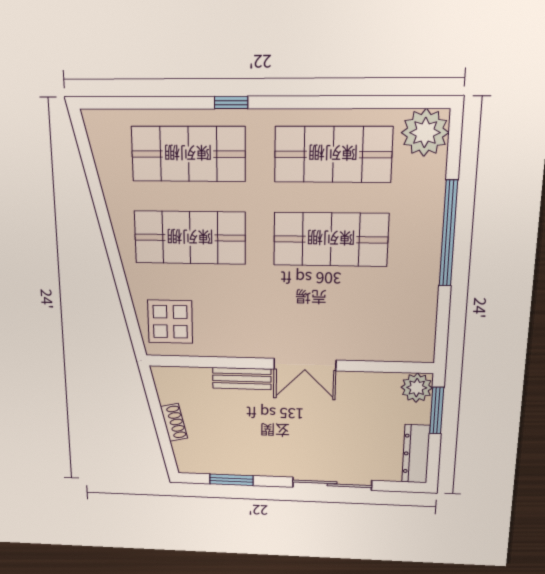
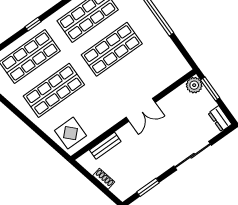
bench: (242, 379) -> (105, 146), moved
dresser: (416, 454) -> (220, 119), width x0.70

